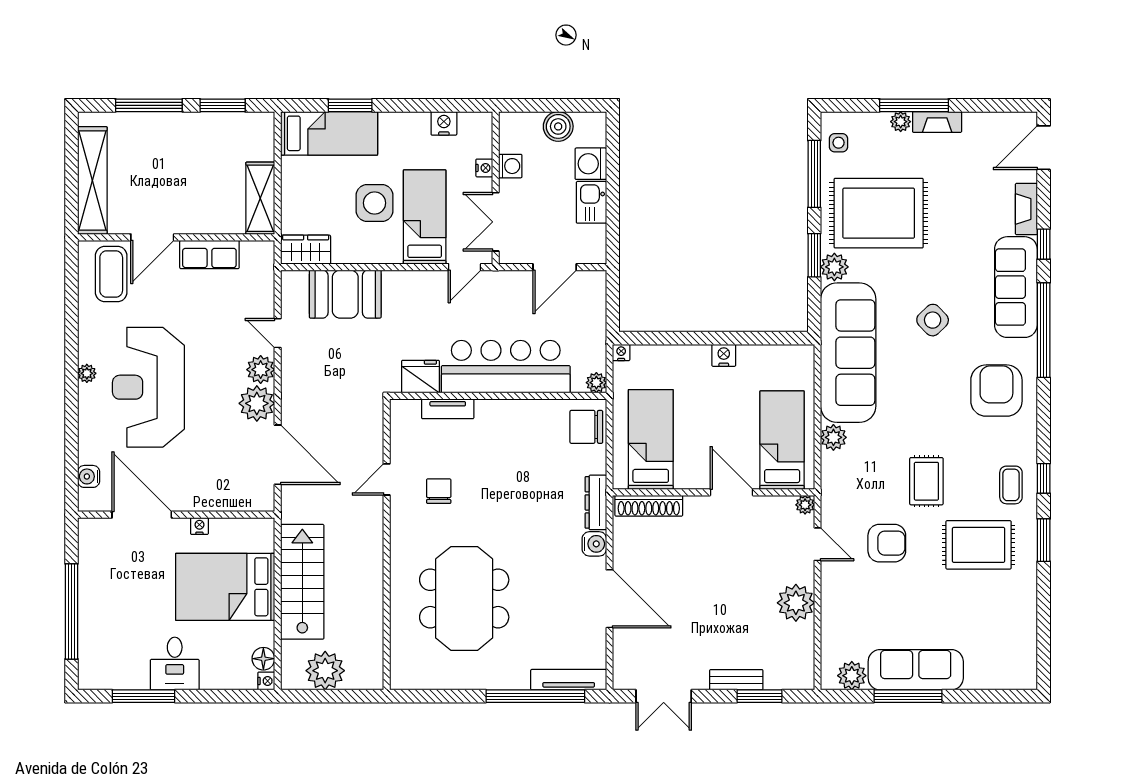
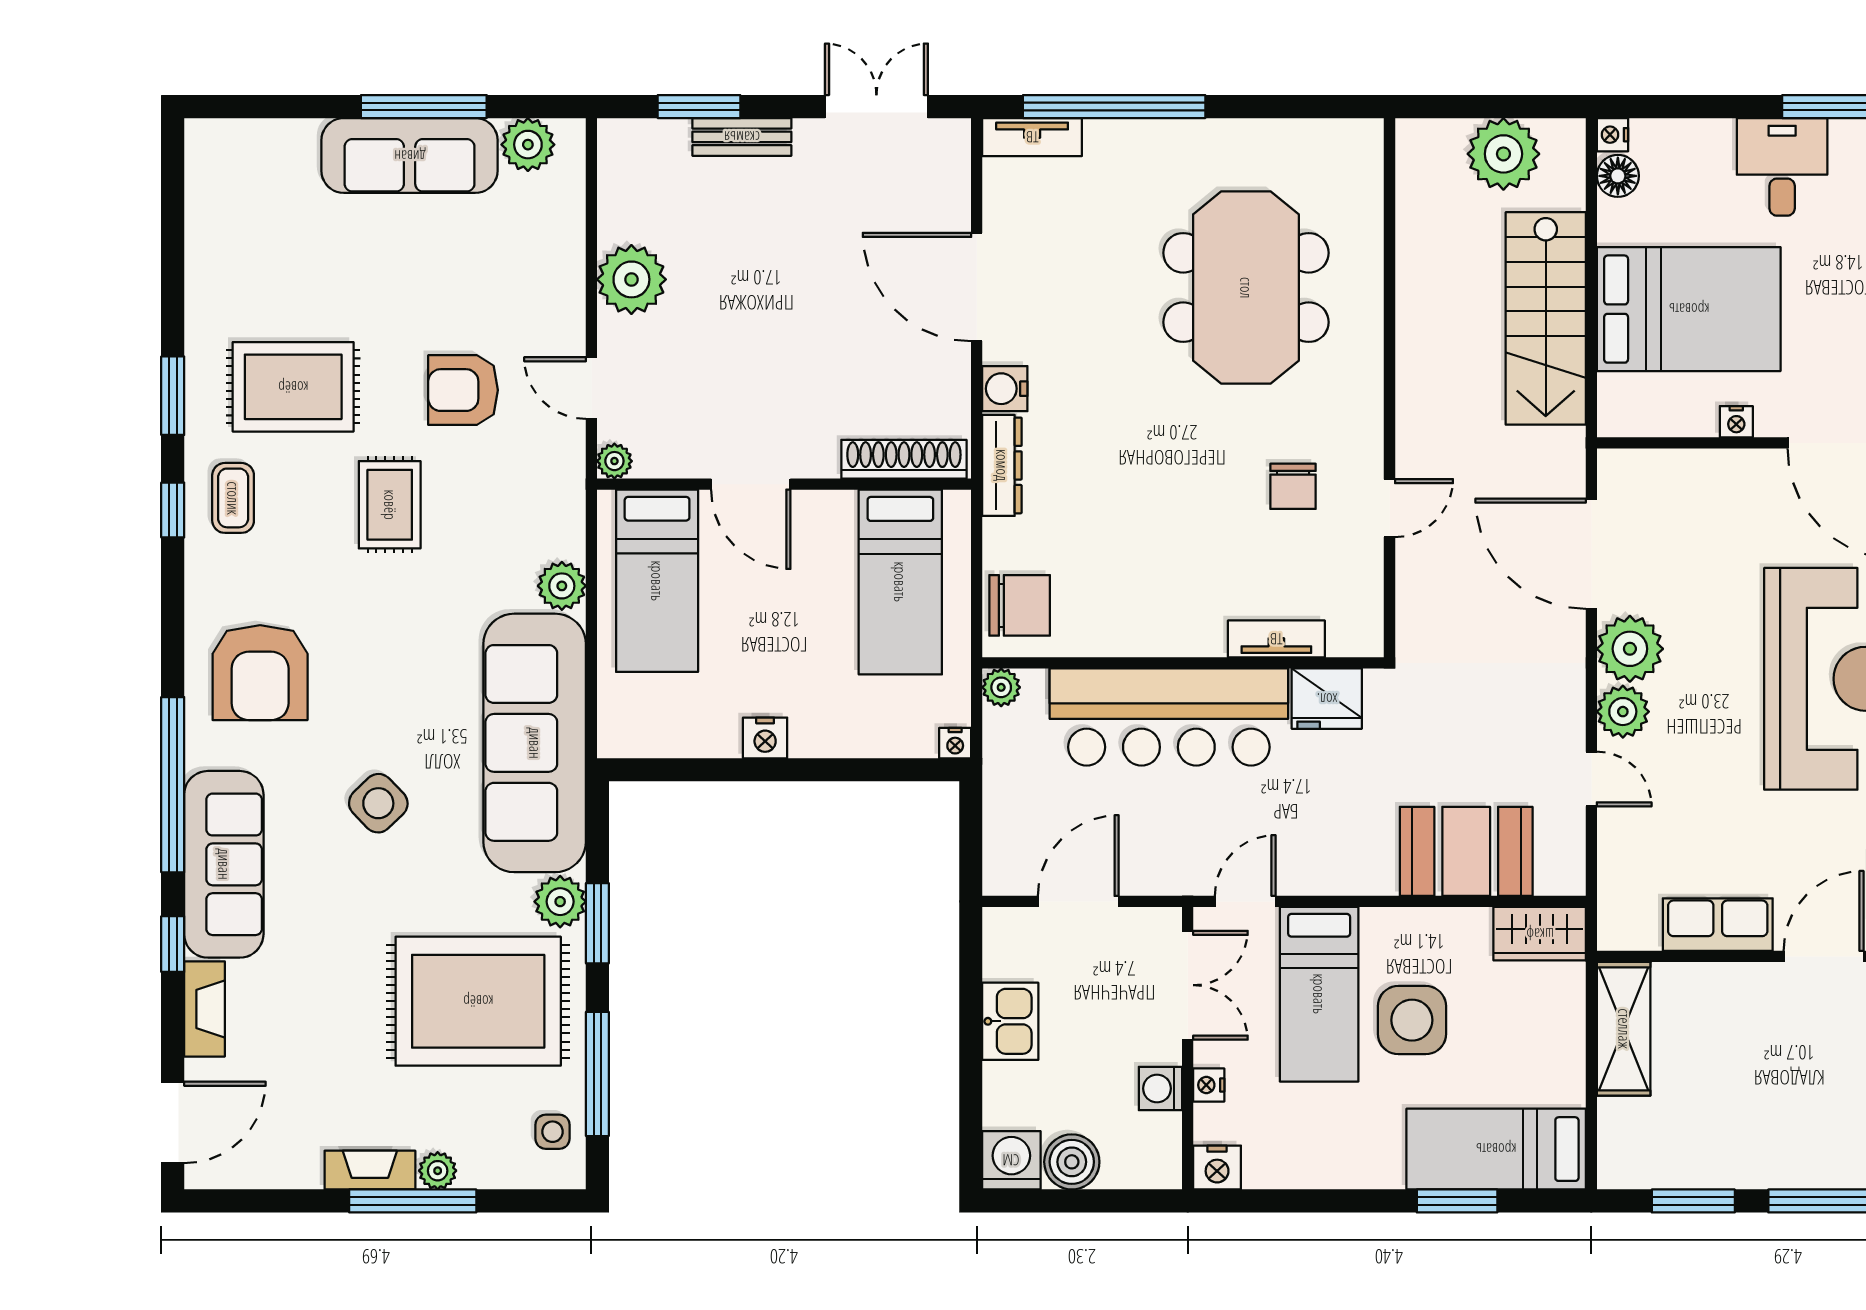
nightstand: (444, 123) -> (1217, 1168), moved
washing machine: (591, 164) -> (1011, 1160), moved, turned -90
tv unit: (569, 680) -> (1032, 137), width x0.71

